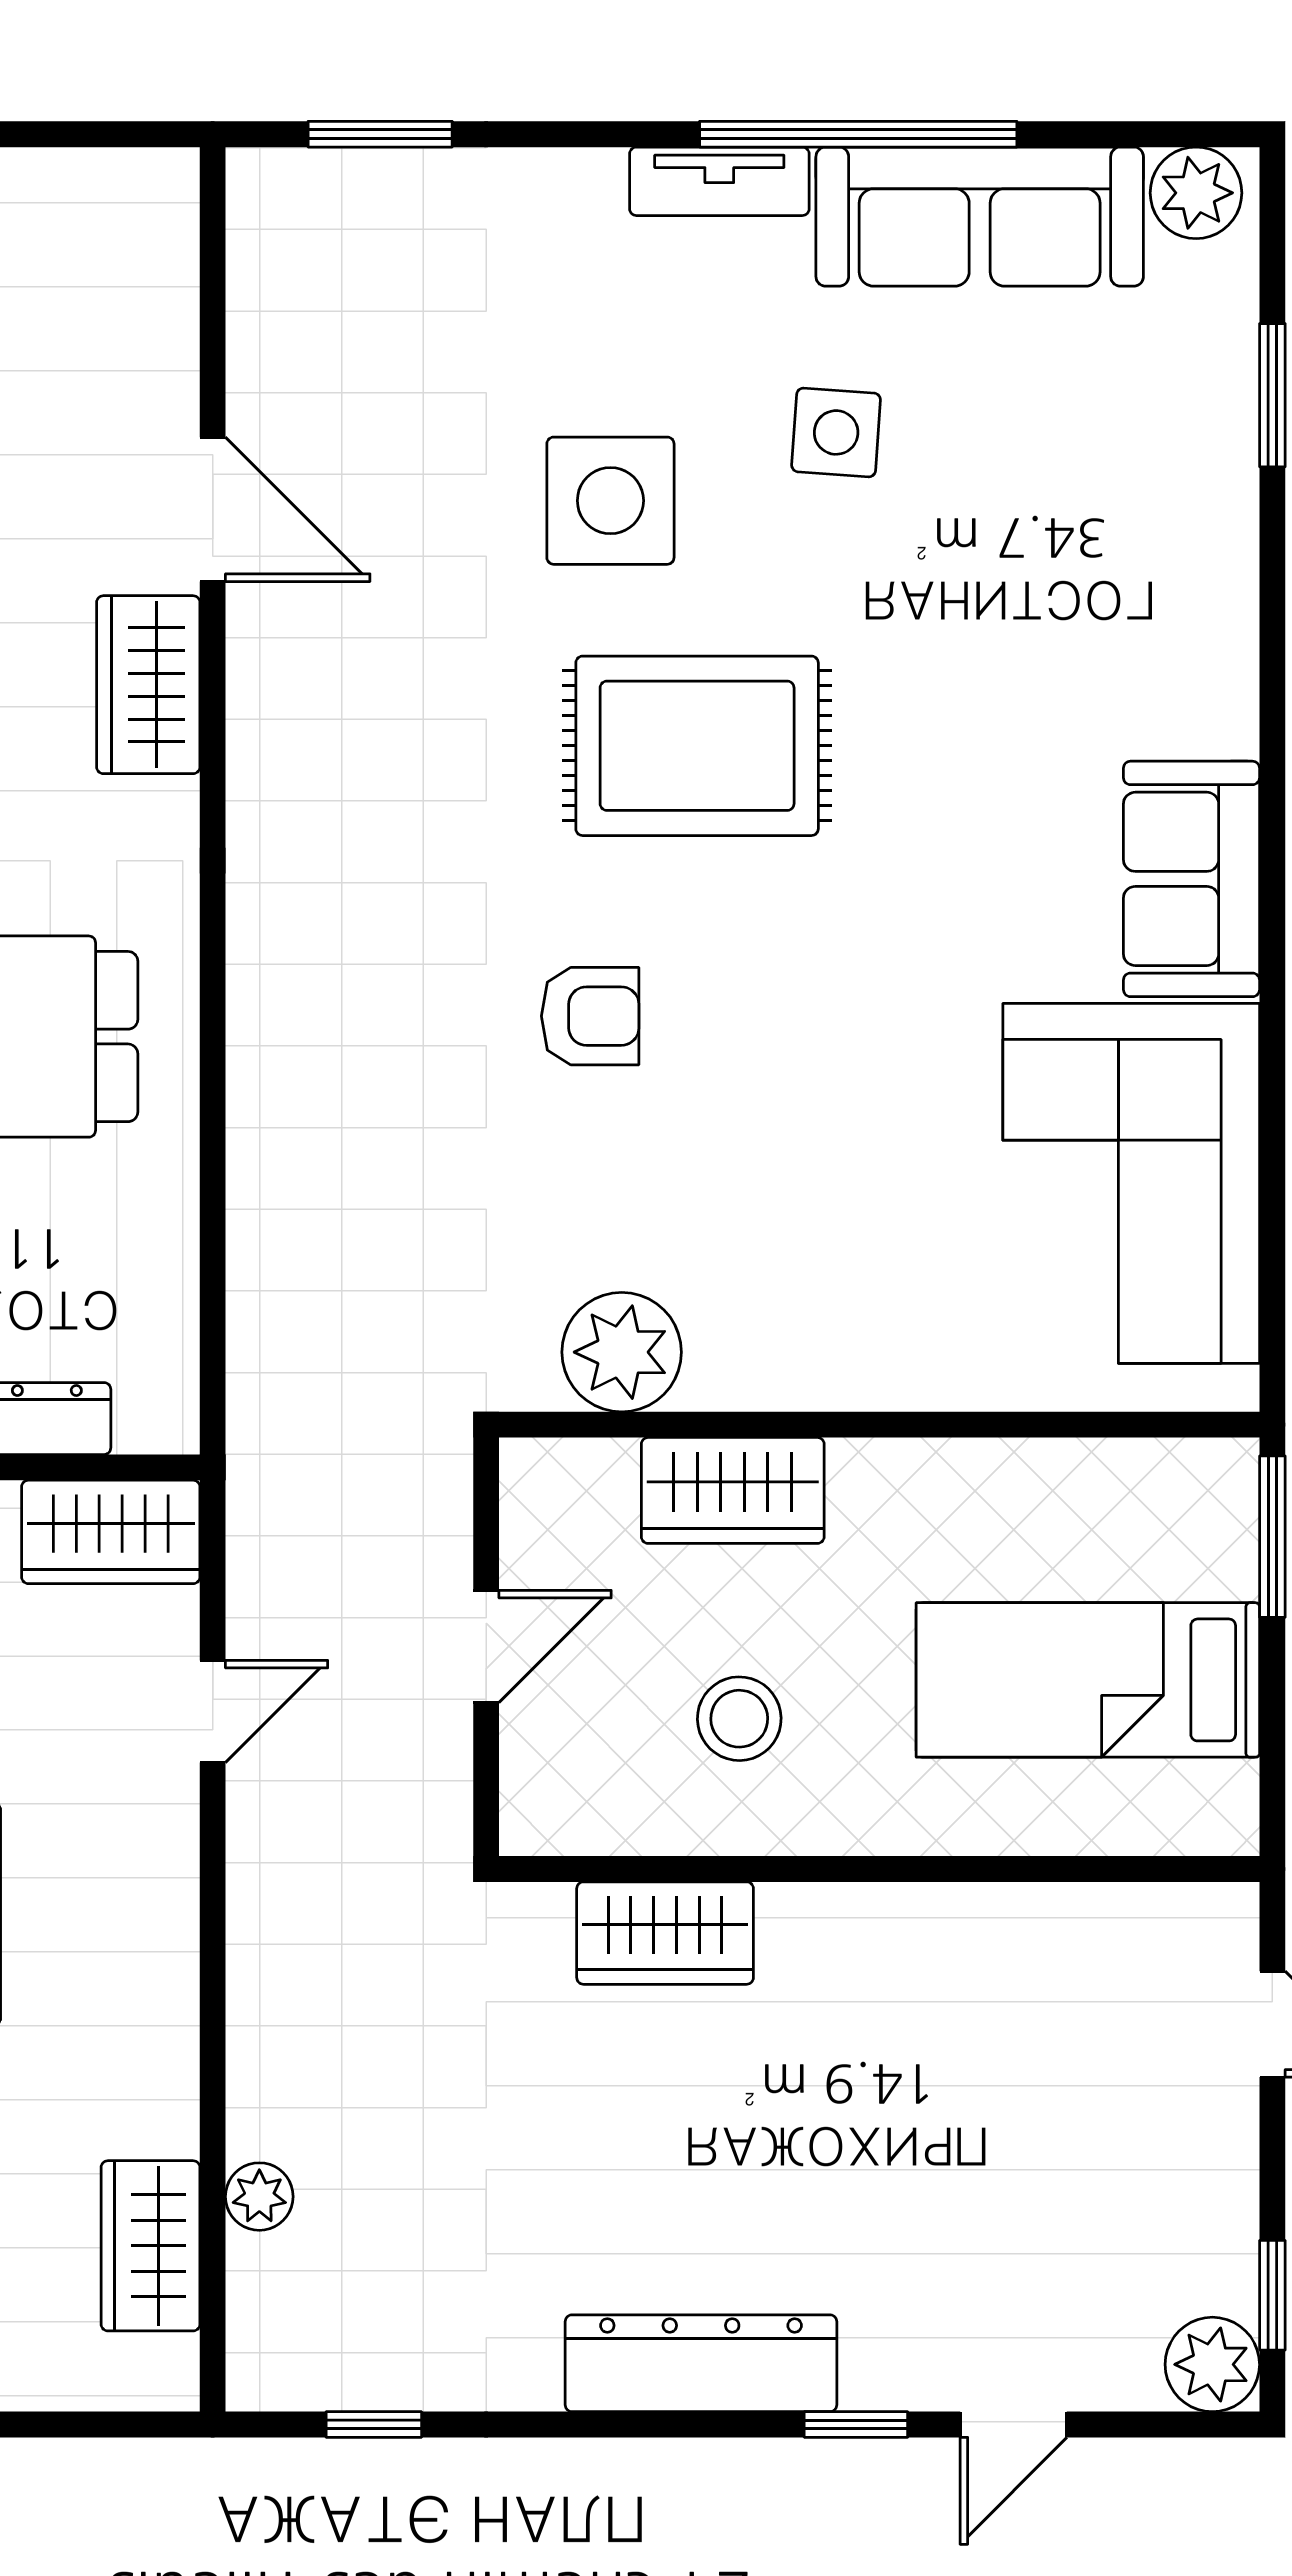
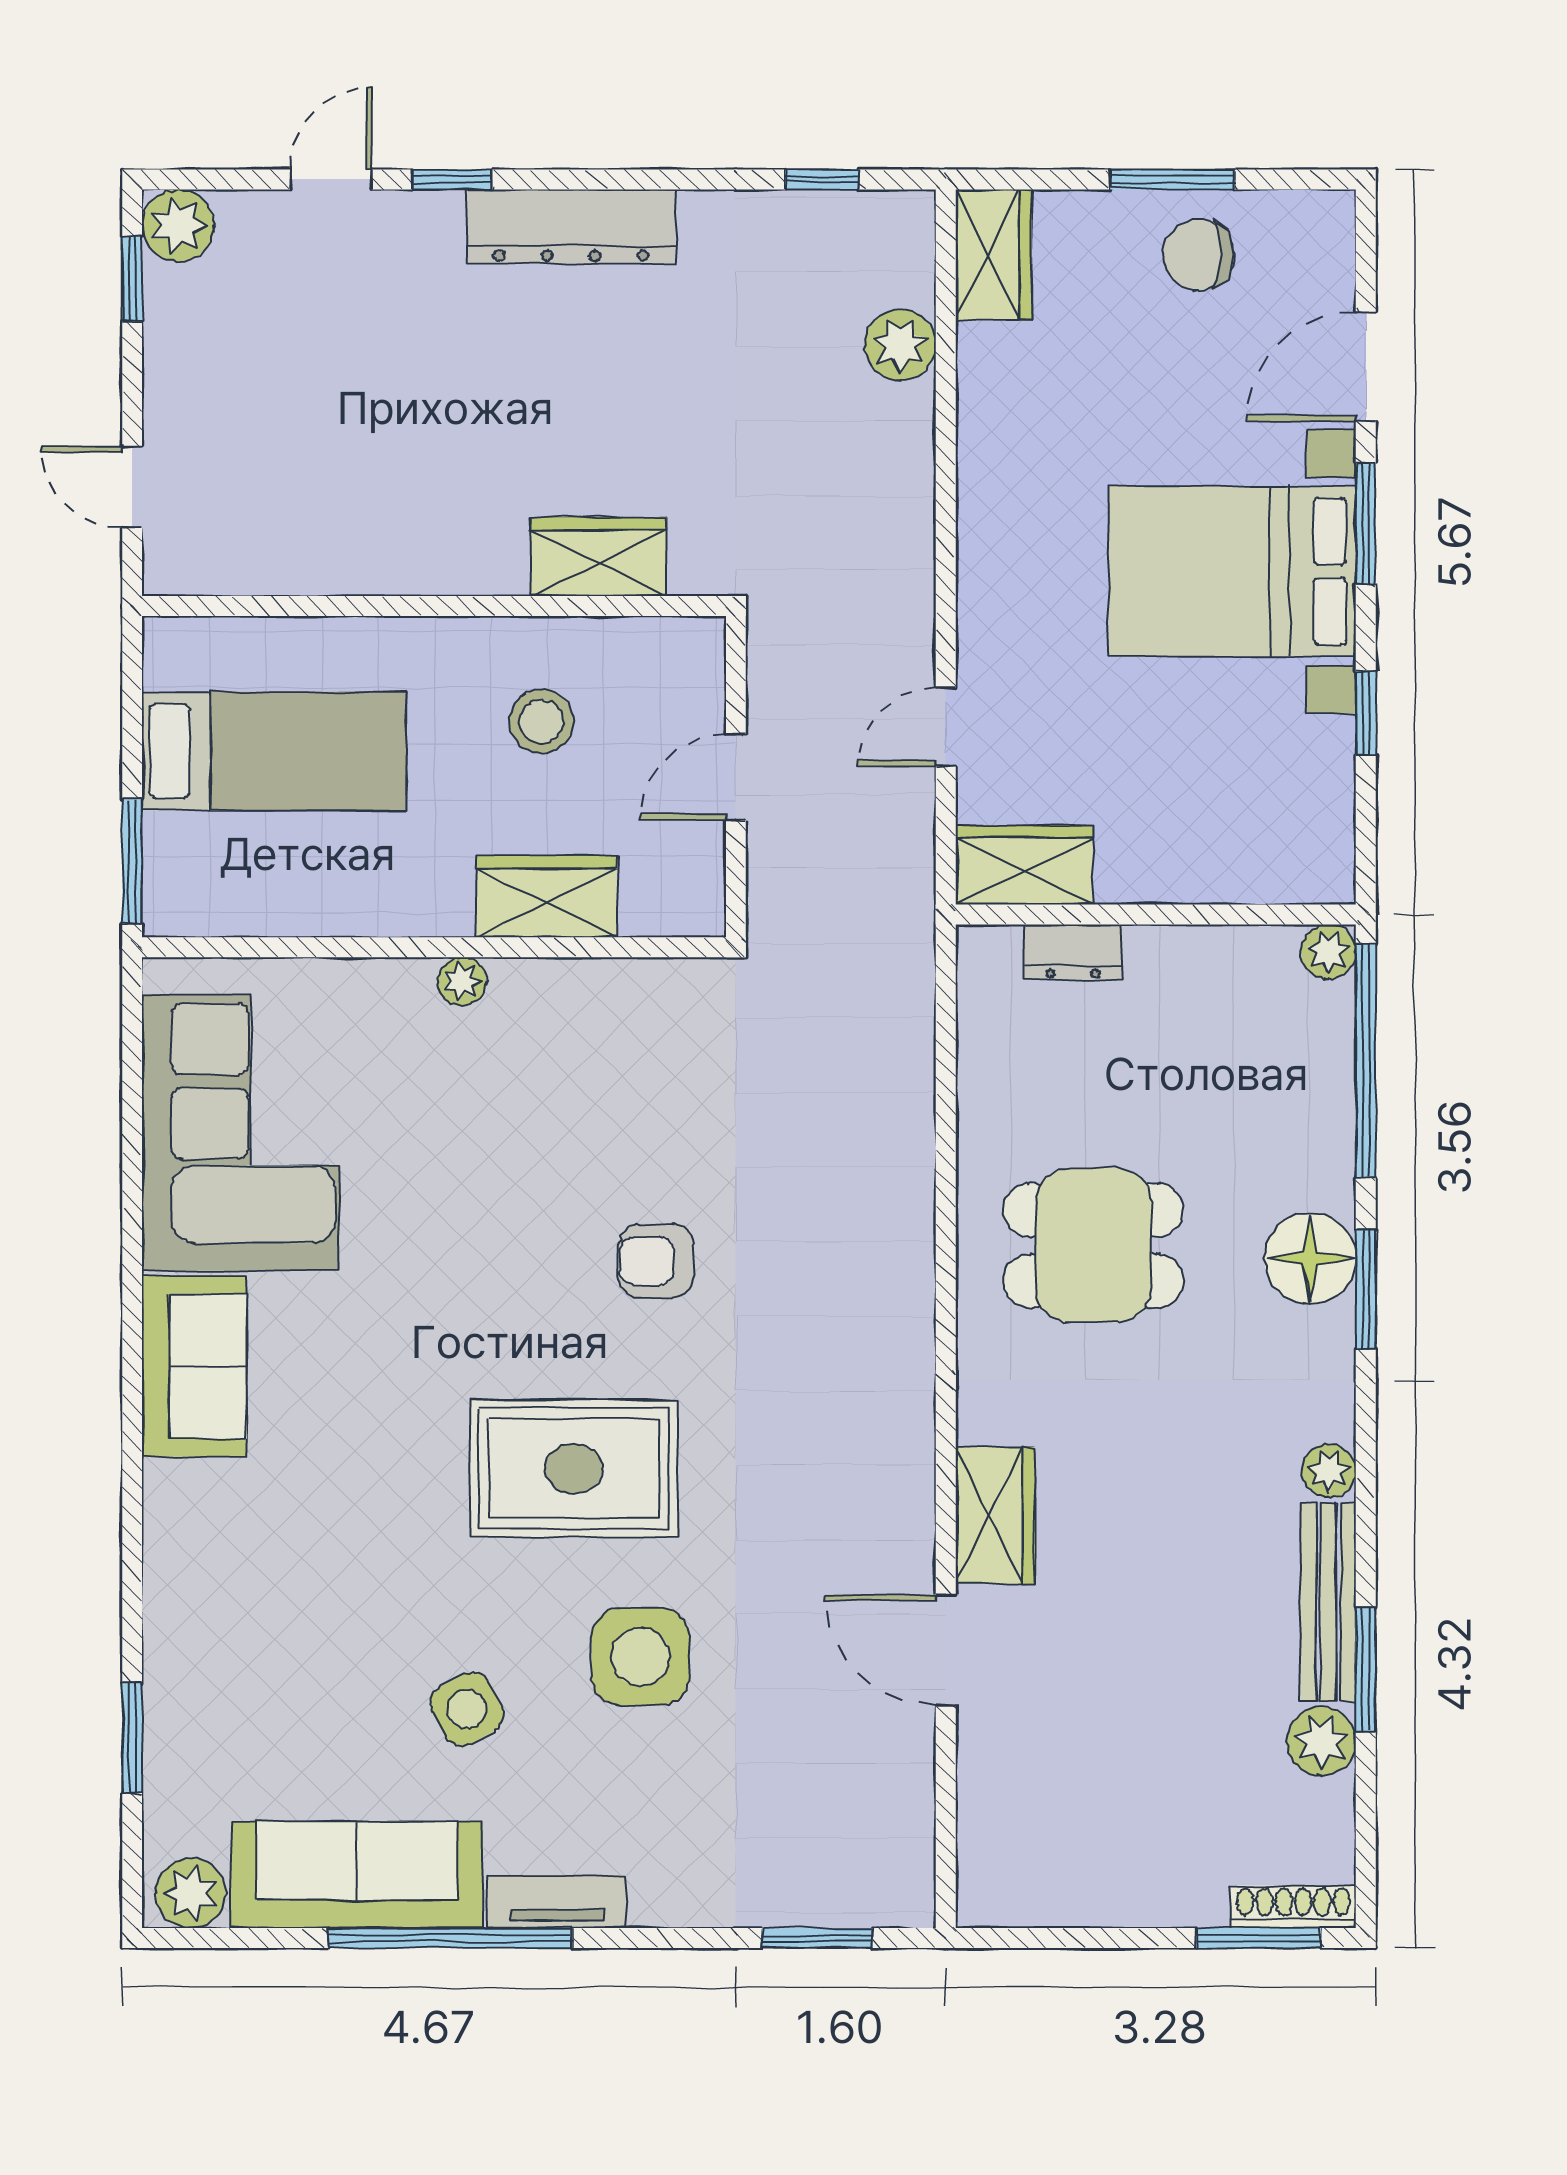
side table: (836, 432) -> (467, 1709), turned -32
plant: (622, 1352) -> (462, 982), moved, width x0.53, depth x0.53
plant: (259, 2197) -> (900, 345), width x1.38, depth x1.38
wardrobe: (150, 2246) -> (994, 255), moved

